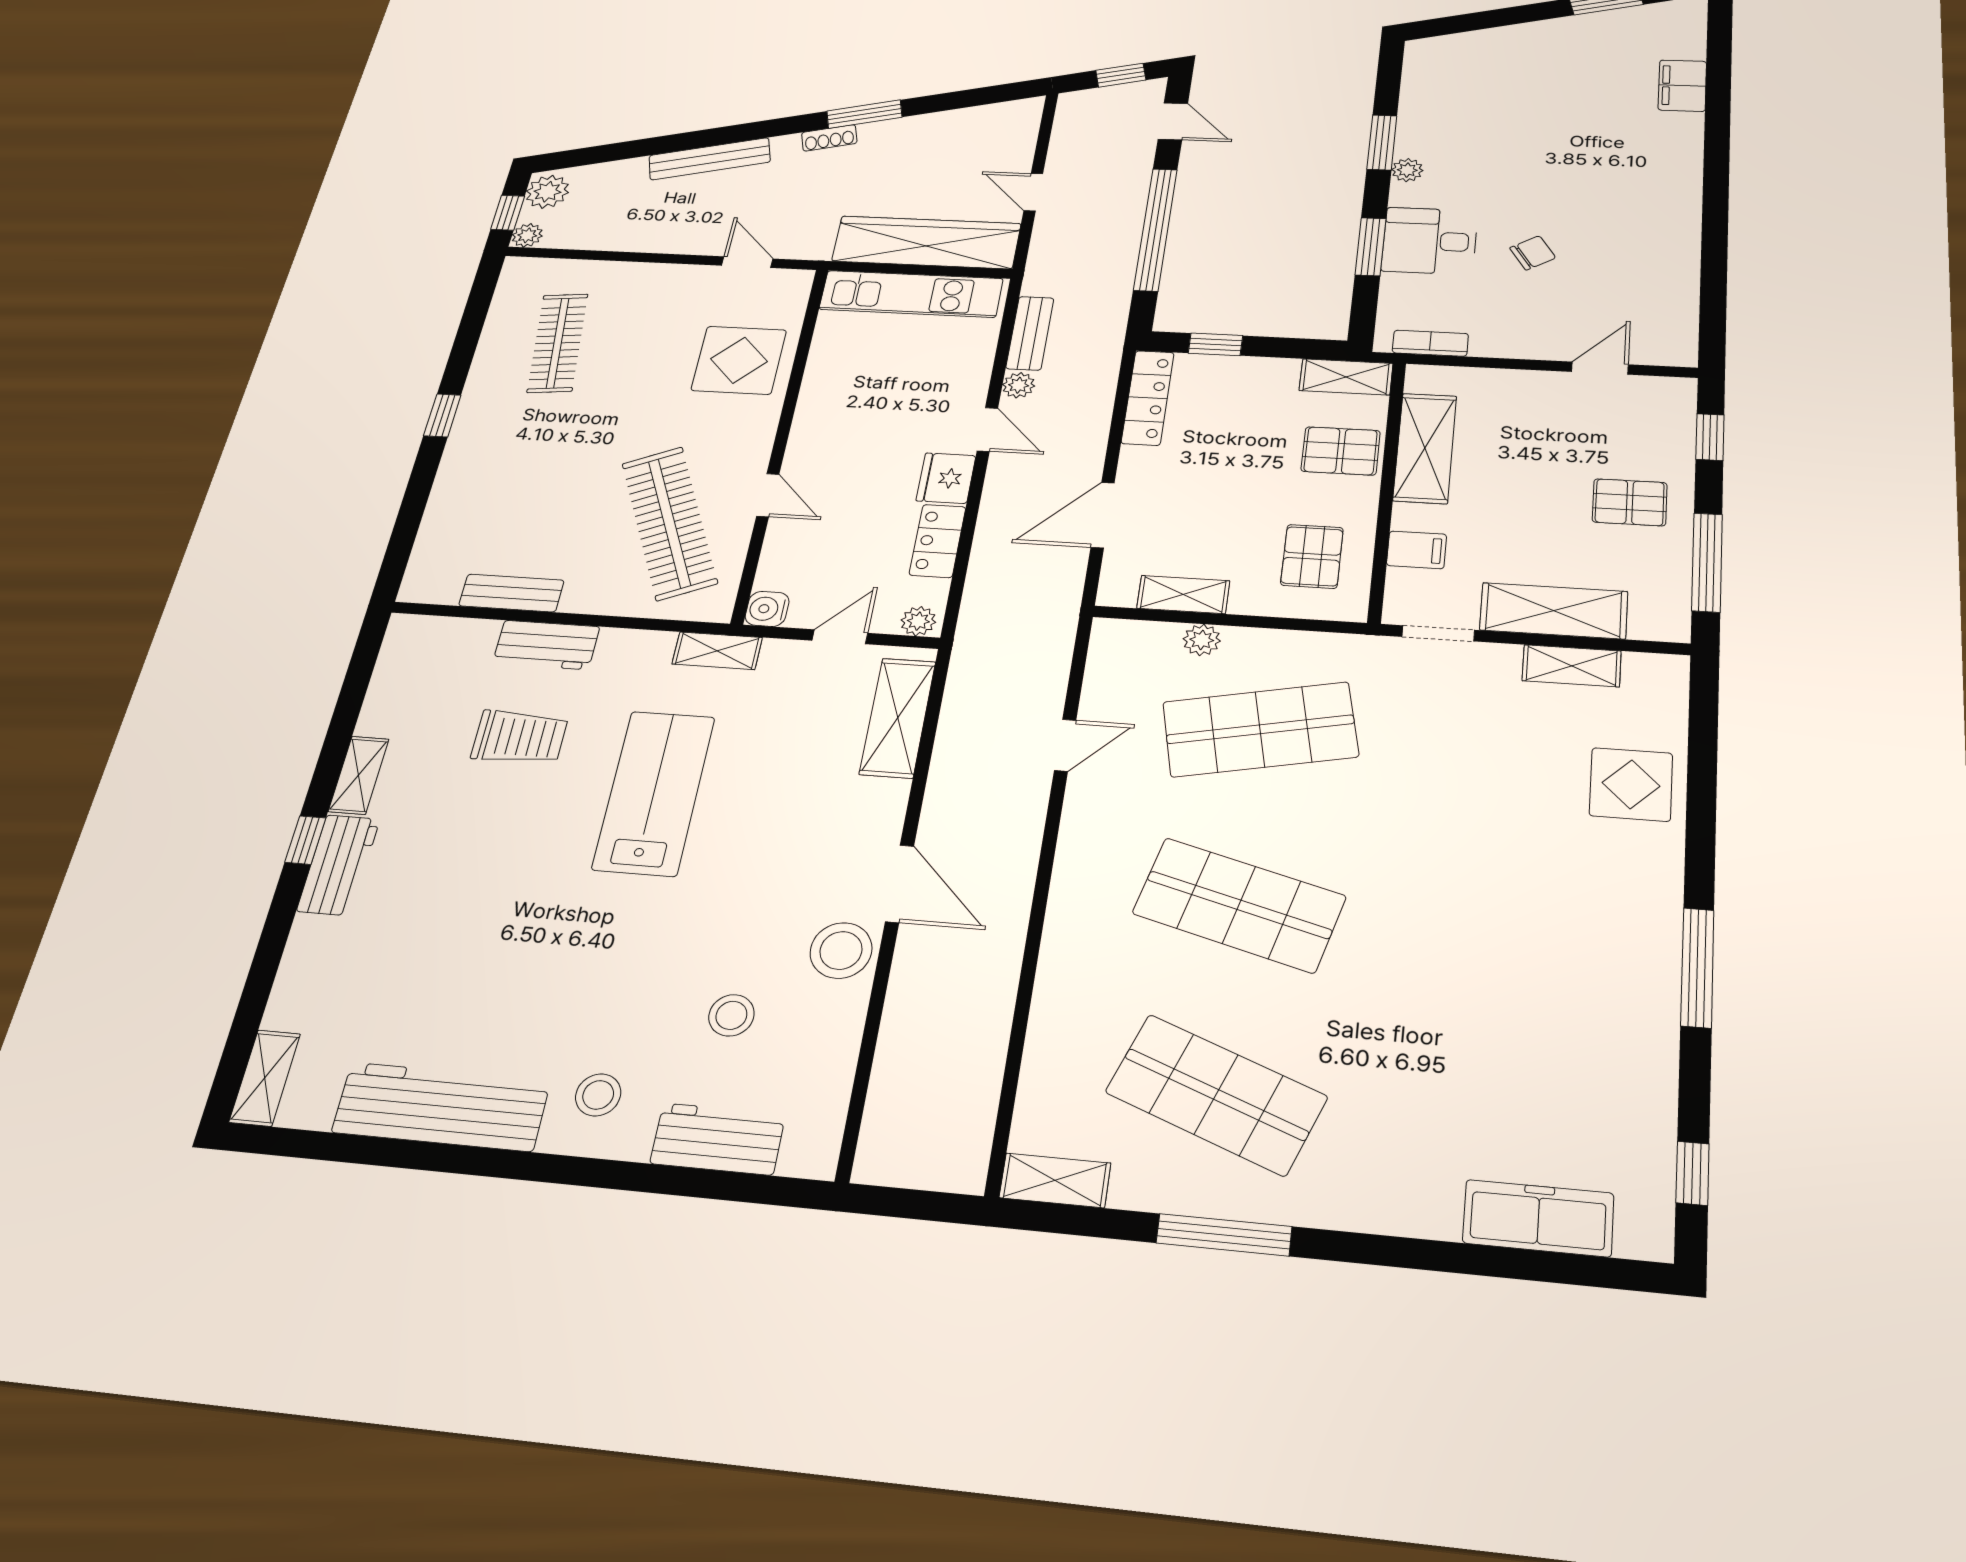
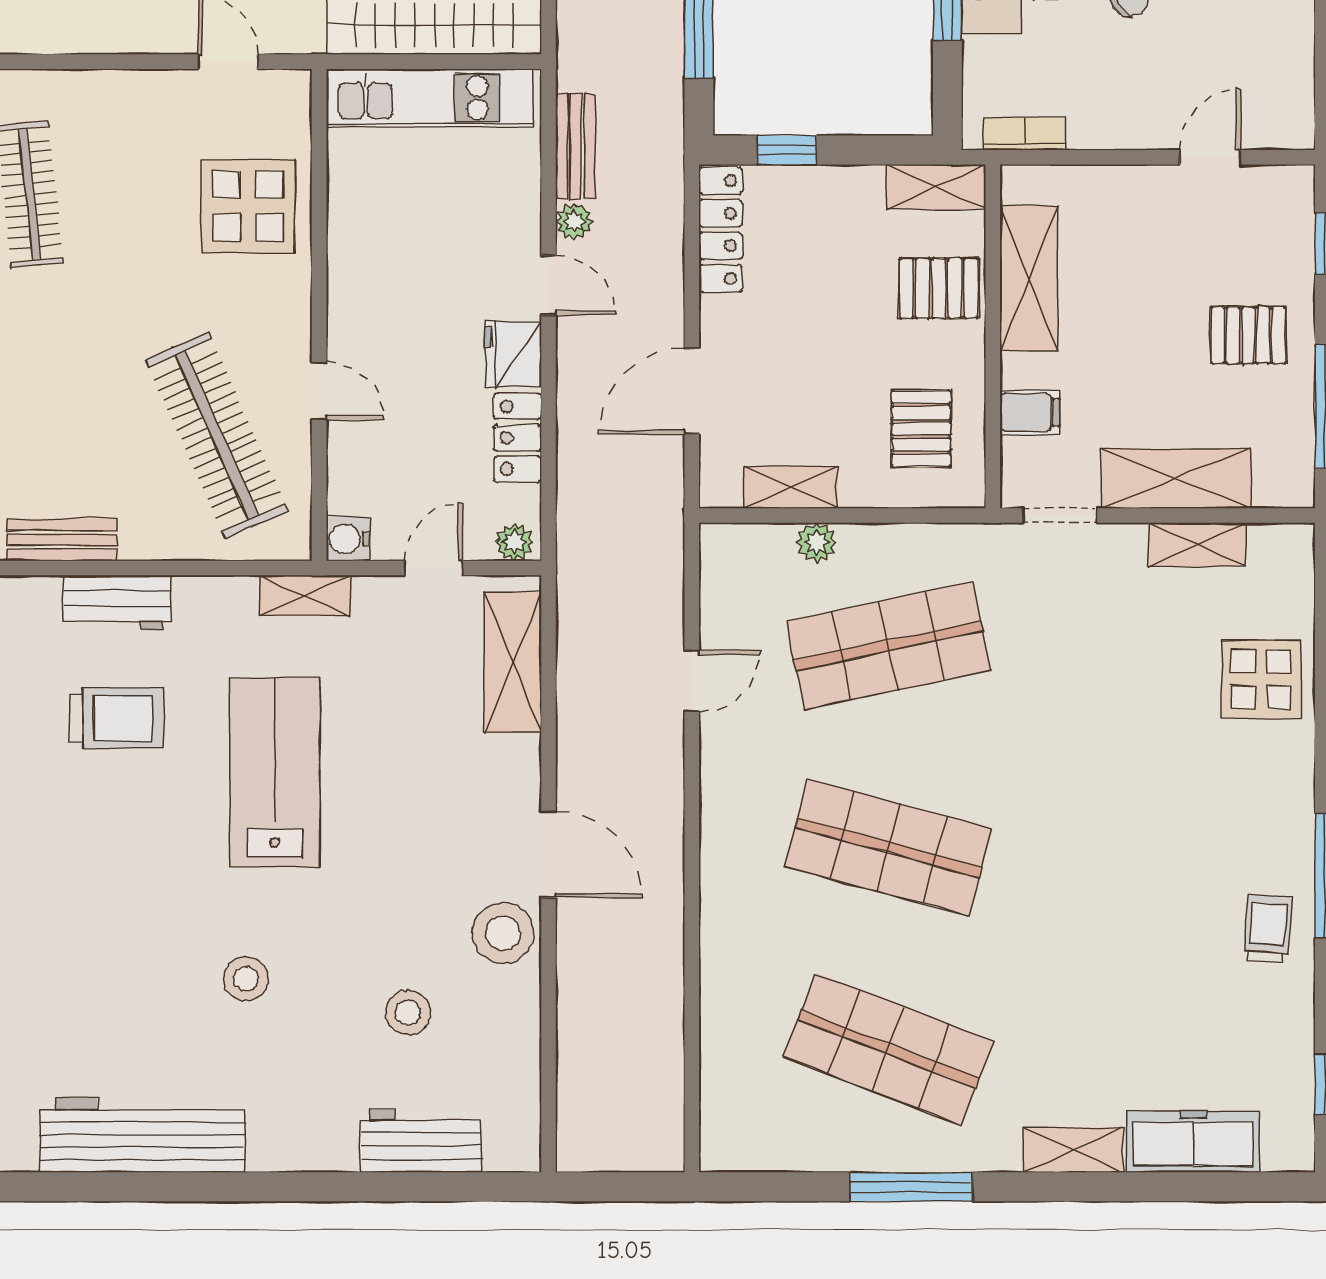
trolley: (1629, 1013) -> (1268, 928), added
stool: (598, 1095) -> (246, 979), moved
shelving: (1055, 1180) -> (1073, 1150), moved

